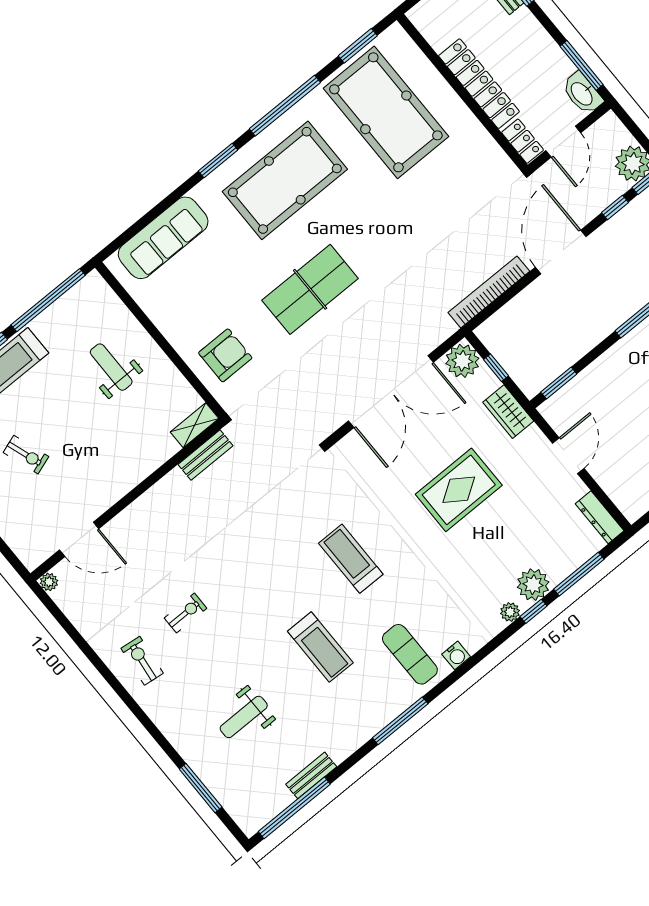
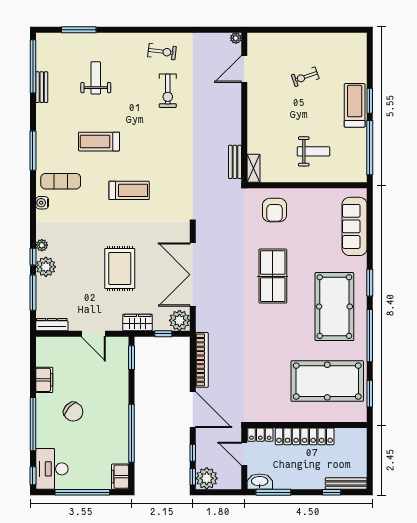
exercise bike: (185, 613) -> (168, 91), width x1.38, depth x1.39

